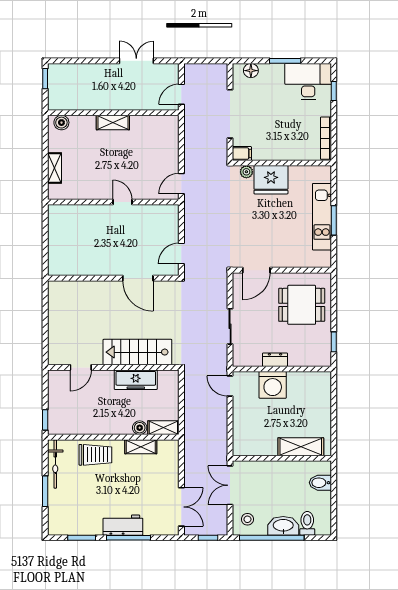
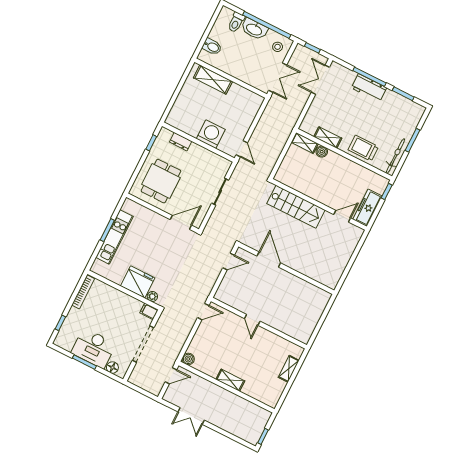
desk: (308, 81) -> (94, 348), moved
boiler: (61, 123) -> (188, 359), moved
dining table: (302, 305) -> (161, 181), turned 90
dresser: (275, 360) -> (181, 142), moved
freezer: (136, 380) -> (367, 208), moved, turned -90

